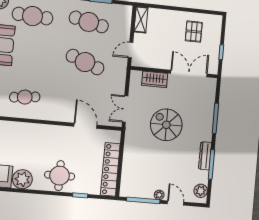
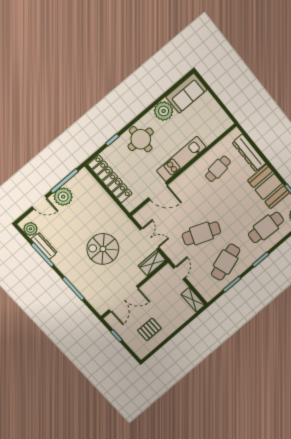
cafe table: (89, 22) -> (226, 262), turned -30
pallet: (194, 32) -> (149, 329), turned 90
wardrobe: (155, 79) -> (152, 263), moved
double door: (125, 109) -> (149, 239), moved
spiral stairs: (166, 125) -> (103, 249), turned 180
kitchen unit: (44, 132) -> (181, 159), added
dresser: (205, 156) -> (44, 246), moved
plant: (159, 195) -> (63, 197), width x1.88, depth x1.88

